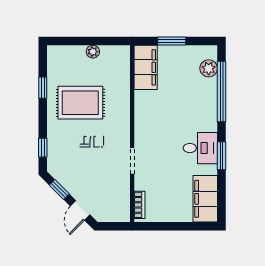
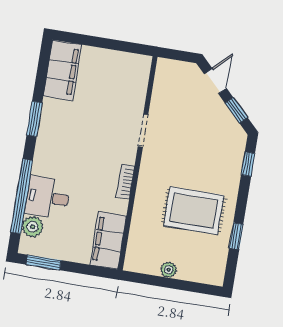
window: (172, 41) -> (44, 262), moved
desk: (200, 148) -> (48, 197), moved
bookcase: (139, 205) -> (125, 182), moved

